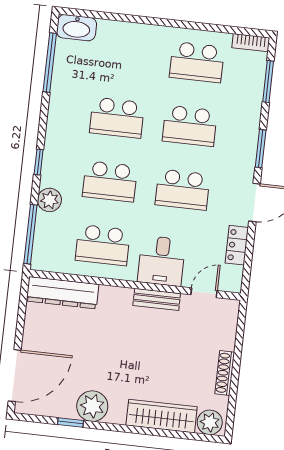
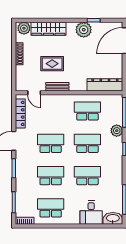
locker: (237, 245) -> (20, 113), width x1.53
desk: (162, 261) -> (91, 213), moved, turned 180
door: (204, 293) -> (34, 93), hinge flipped
rug: (162, 346) -> (52, 64), added

